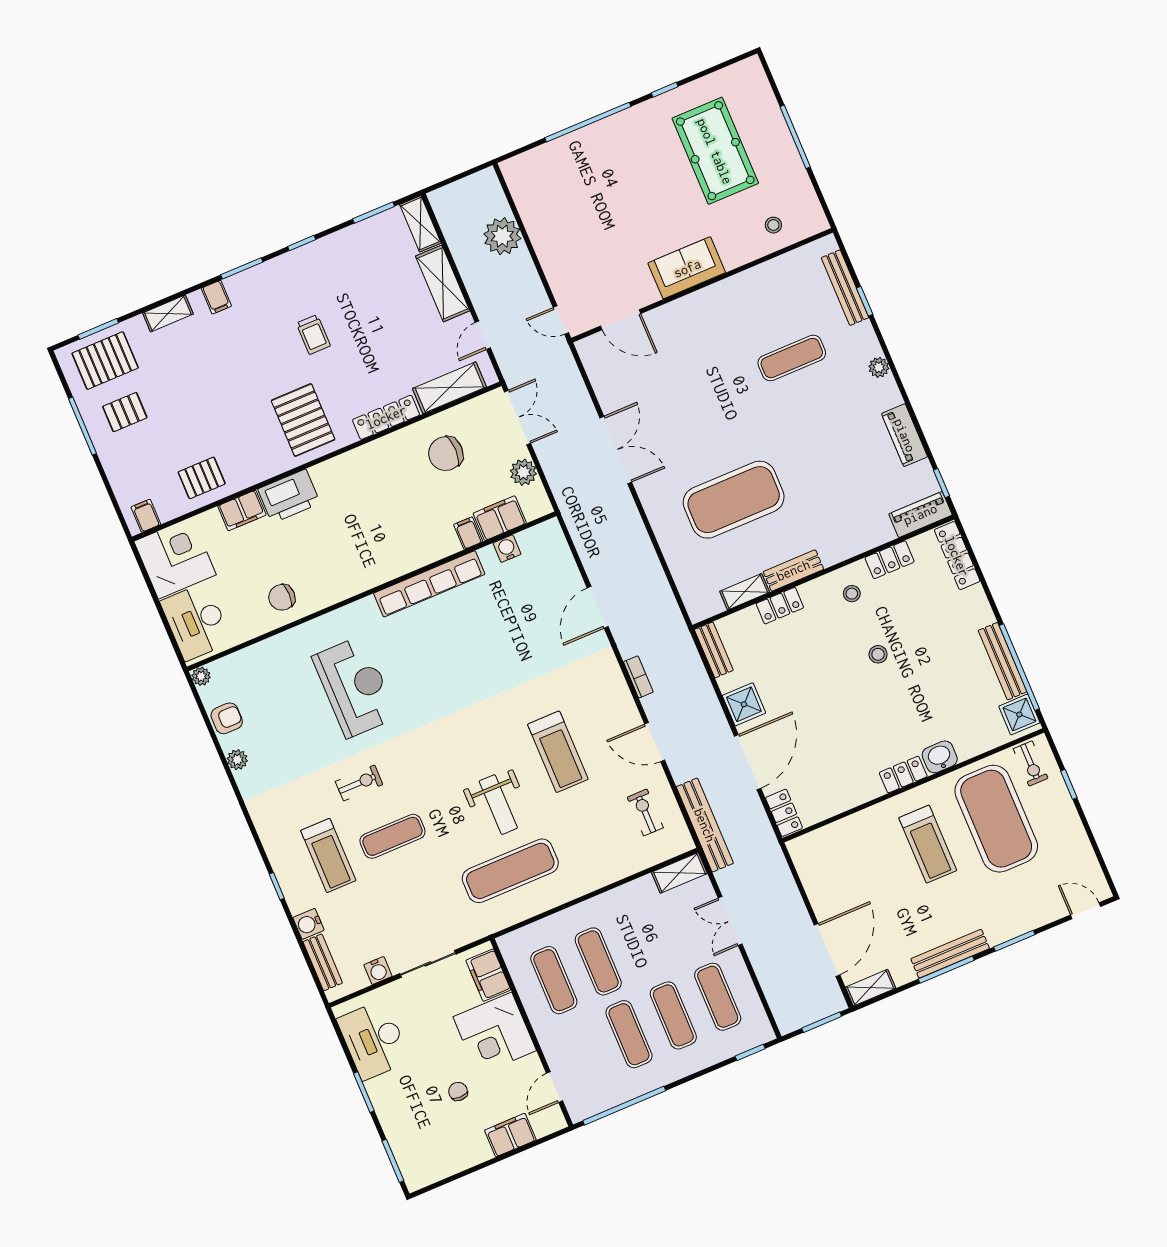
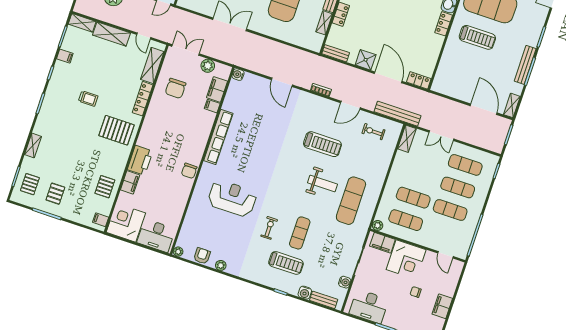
filing cabinet: (216, 297) -> (65, 56), moved
pallet: (105, 361) -> (30, 184), width x0.67, depth x0.71
water cooler: (507, 549) -> (238, 75), moved
chair: (282, 597) -> (189, 171), moved
plant: (508, 944) -> (378, 225), added
filing cabinet: (510, 1135) -> (442, 306), moved

